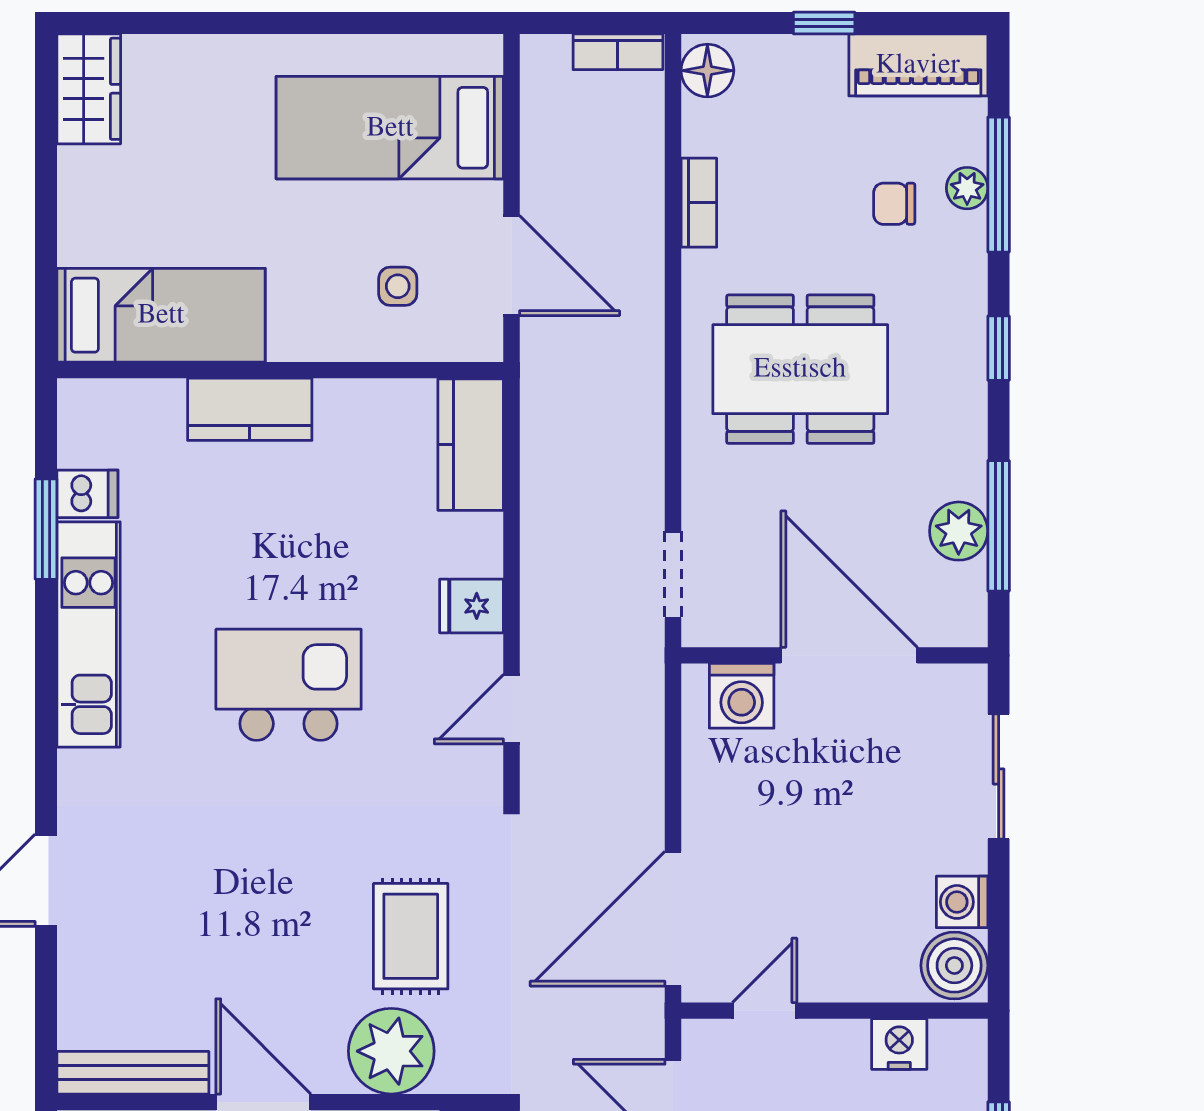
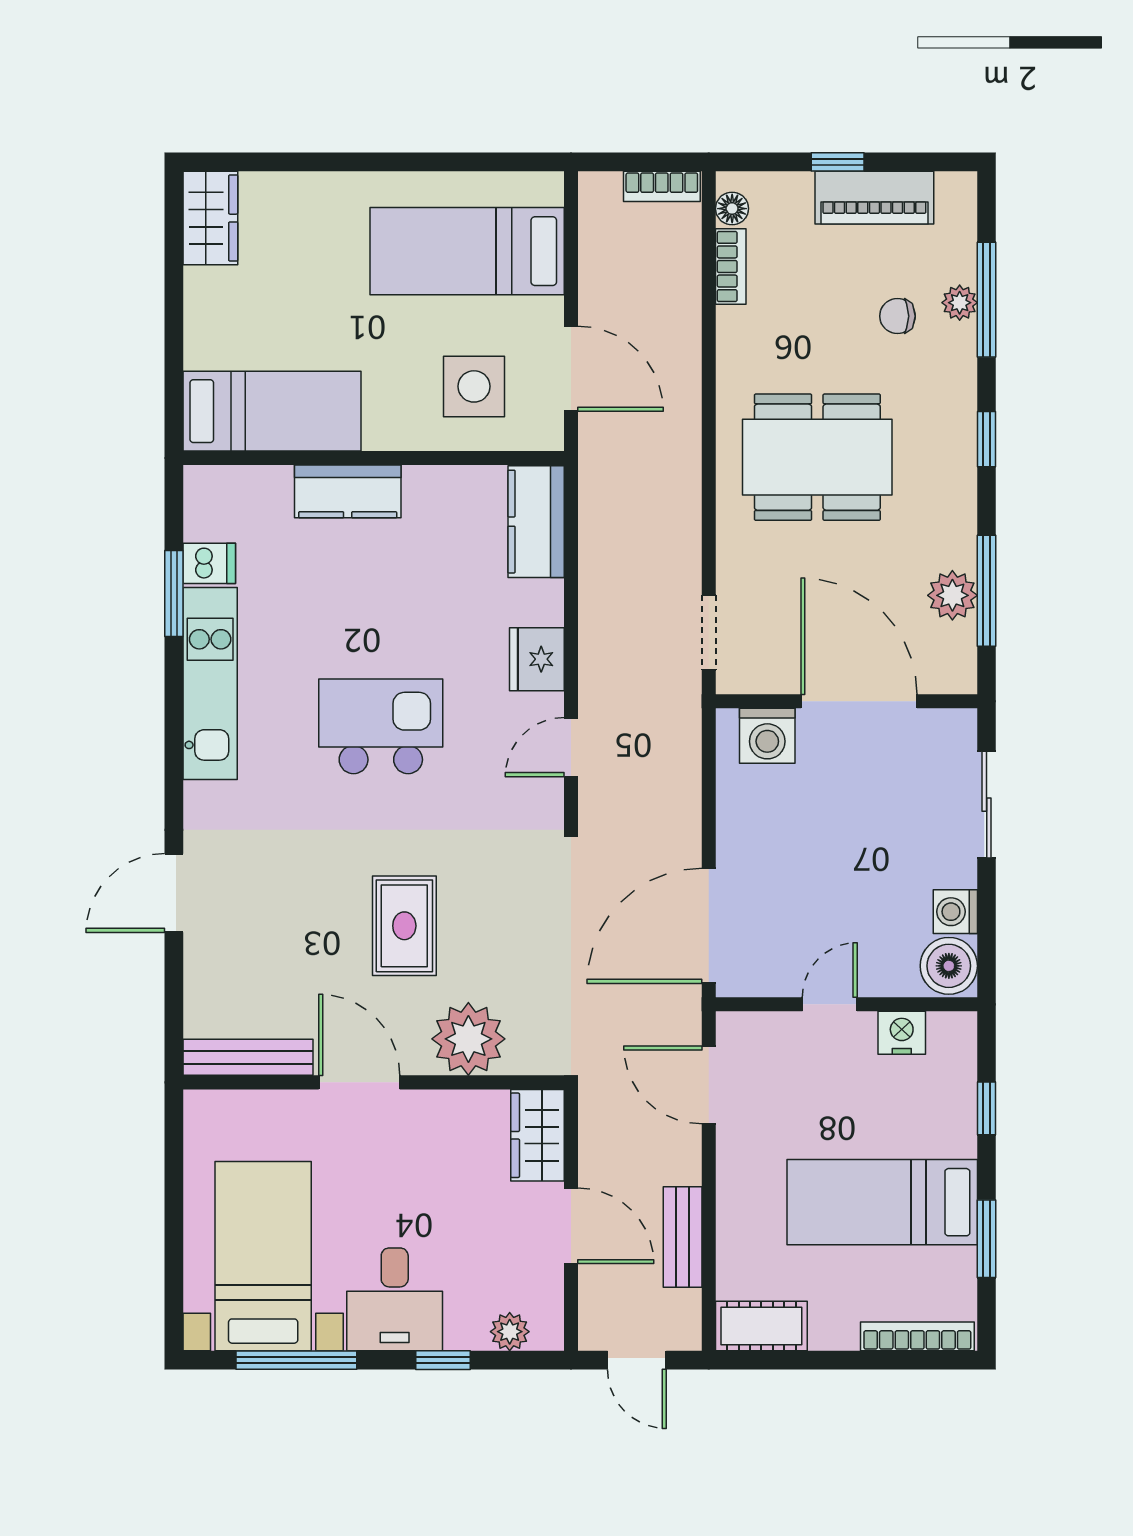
piano: (918, 65) -> (874, 198), moved
floor lamp: (707, 71) -> (732, 209), width x0.73, depth x0.73
bookcase: (699, 203) -> (731, 267), moved
side table: (398, 286) -> (474, 386), width x1.87, depth x1.87
fridge: (472, 606) -> (537, 659), width x1.38
rug: (411, 936) -> (404, 926), moved
door: (765, 1011) -> (830, 1004), moved

